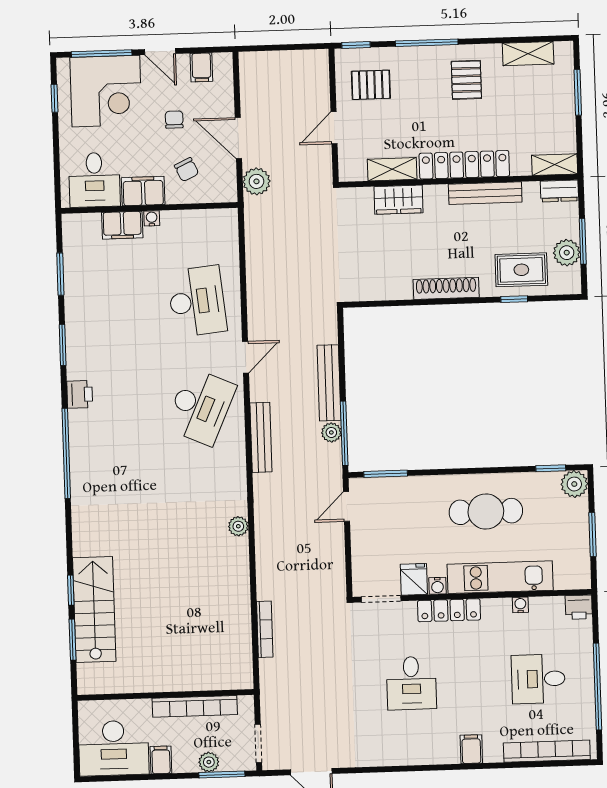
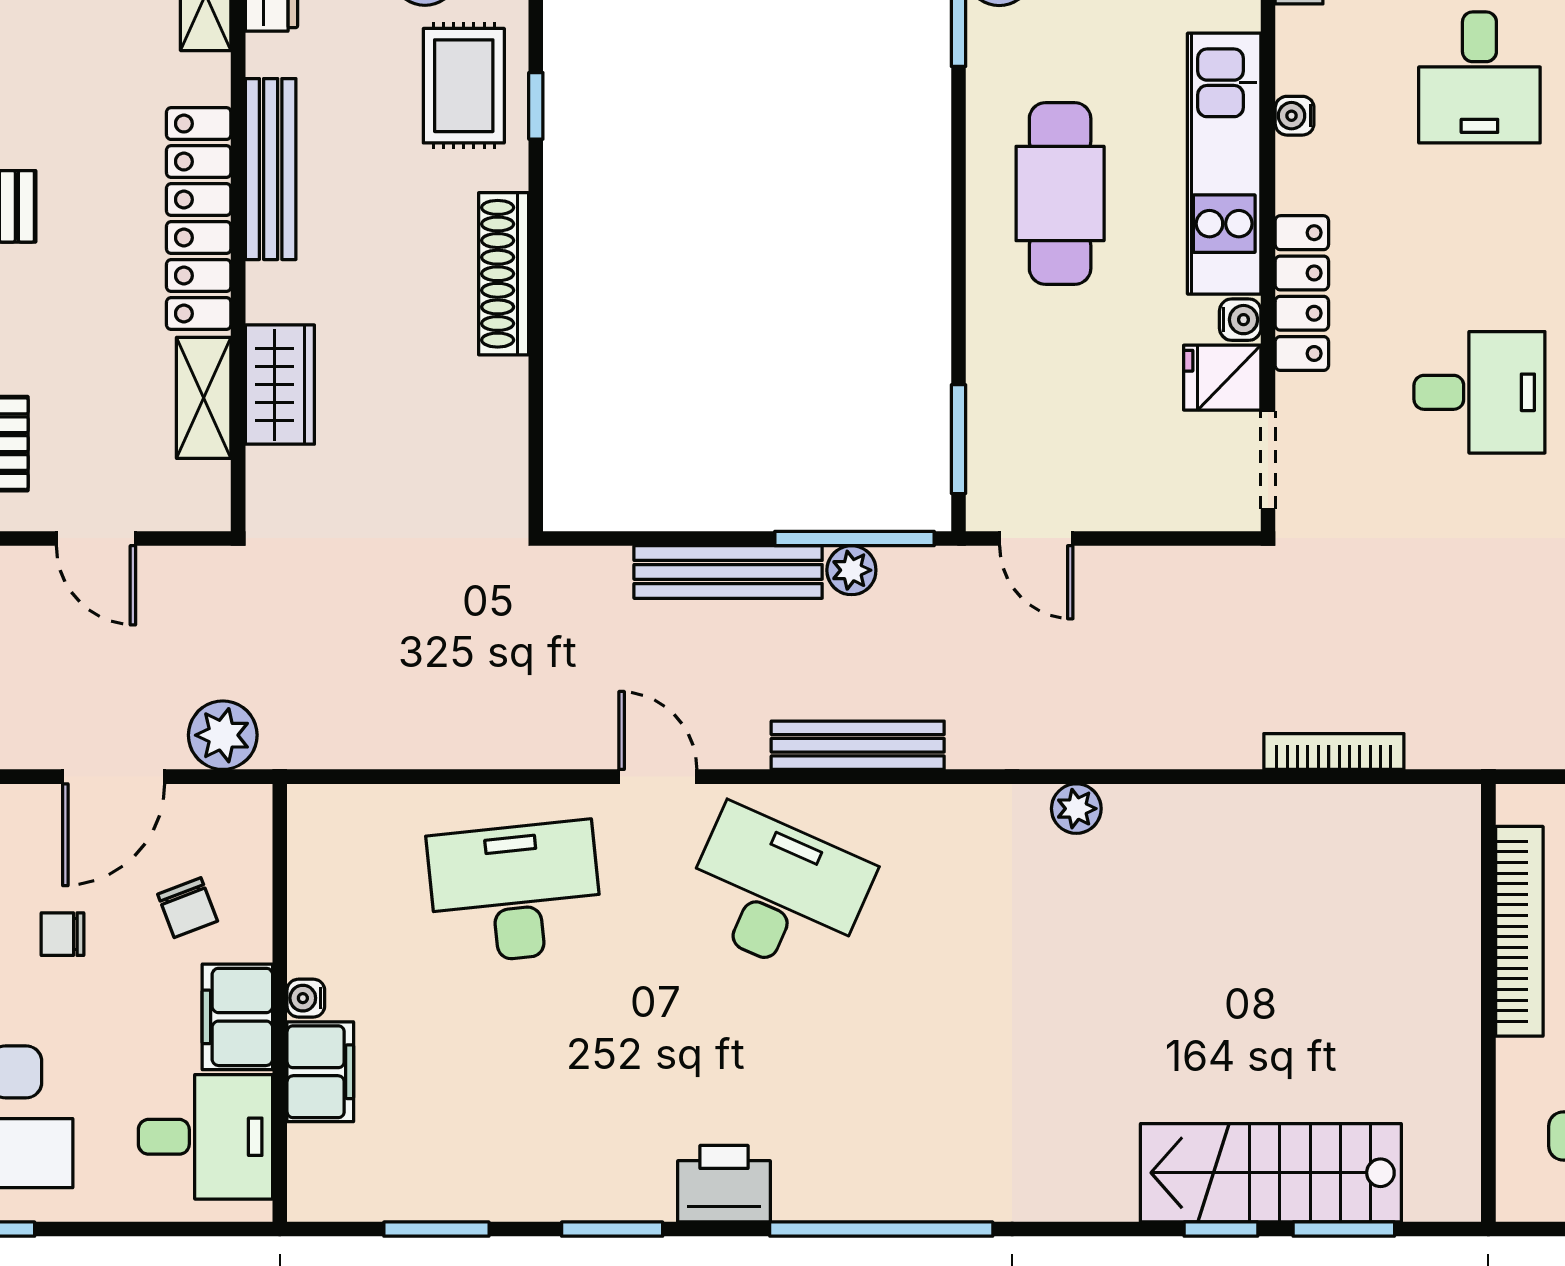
chair: (187, 170) -> (188, 908), turned 94
printer: (80, 394) -> (724, 1184), width x1.36, depth x1.24

